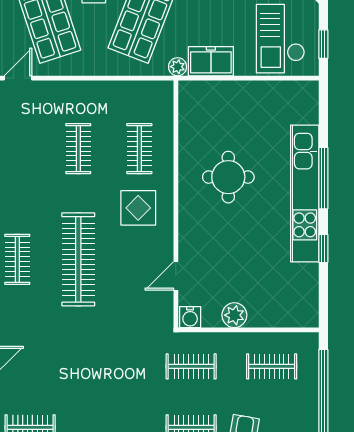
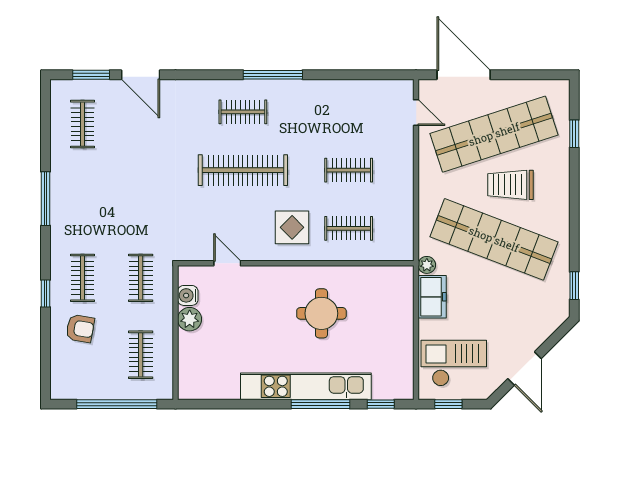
window: (323, 248) -> (381, 404), moved
water cooler: (190, 317) -> (188, 295), moved

